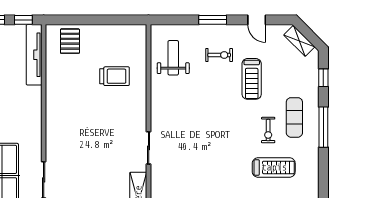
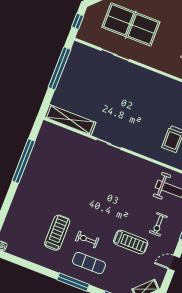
treadmill: (252, 79) -> (131, 242), turned 180
treadmill: (274, 167) -> (57, 233), turned 180

